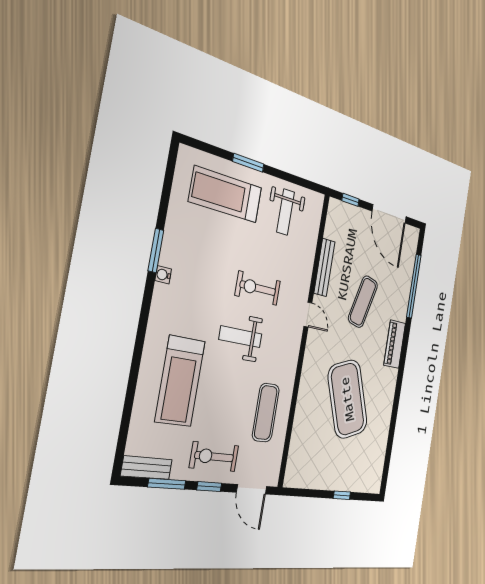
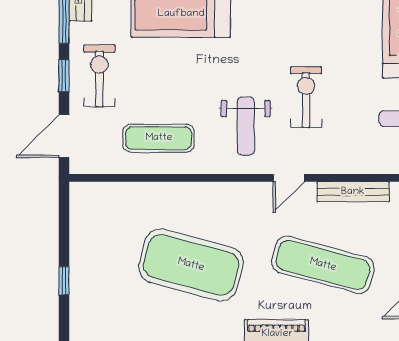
exercise mat: (363, 302) -> (323, 265), width x1.36, depth x1.45
weight bench: (240, 337) -> (246, 126), moved, turned 180
exercise mat: (348, 399) -> (191, 265), turned 36

